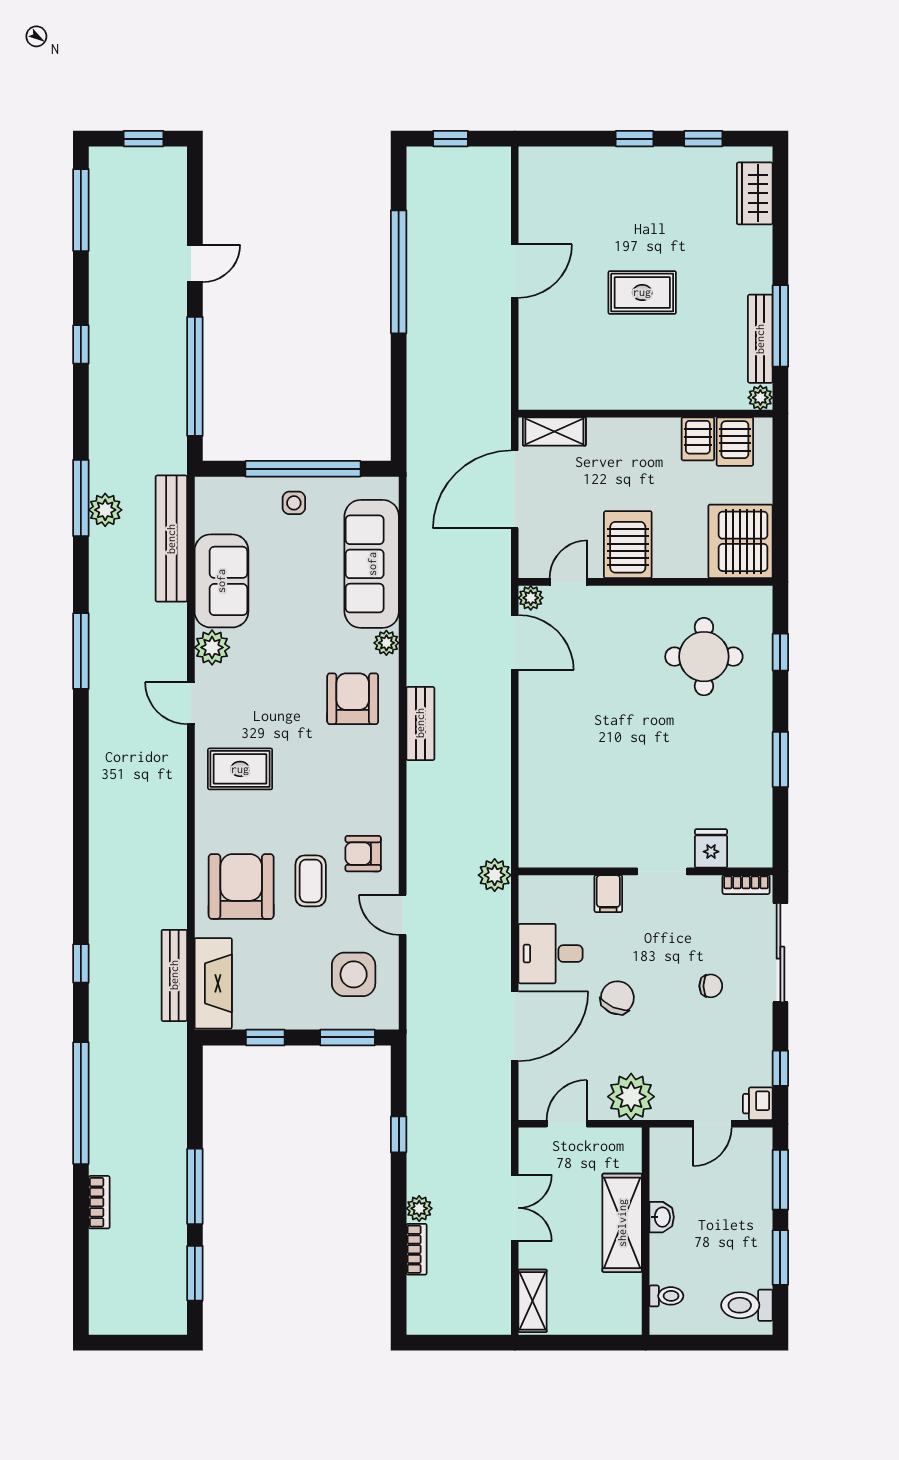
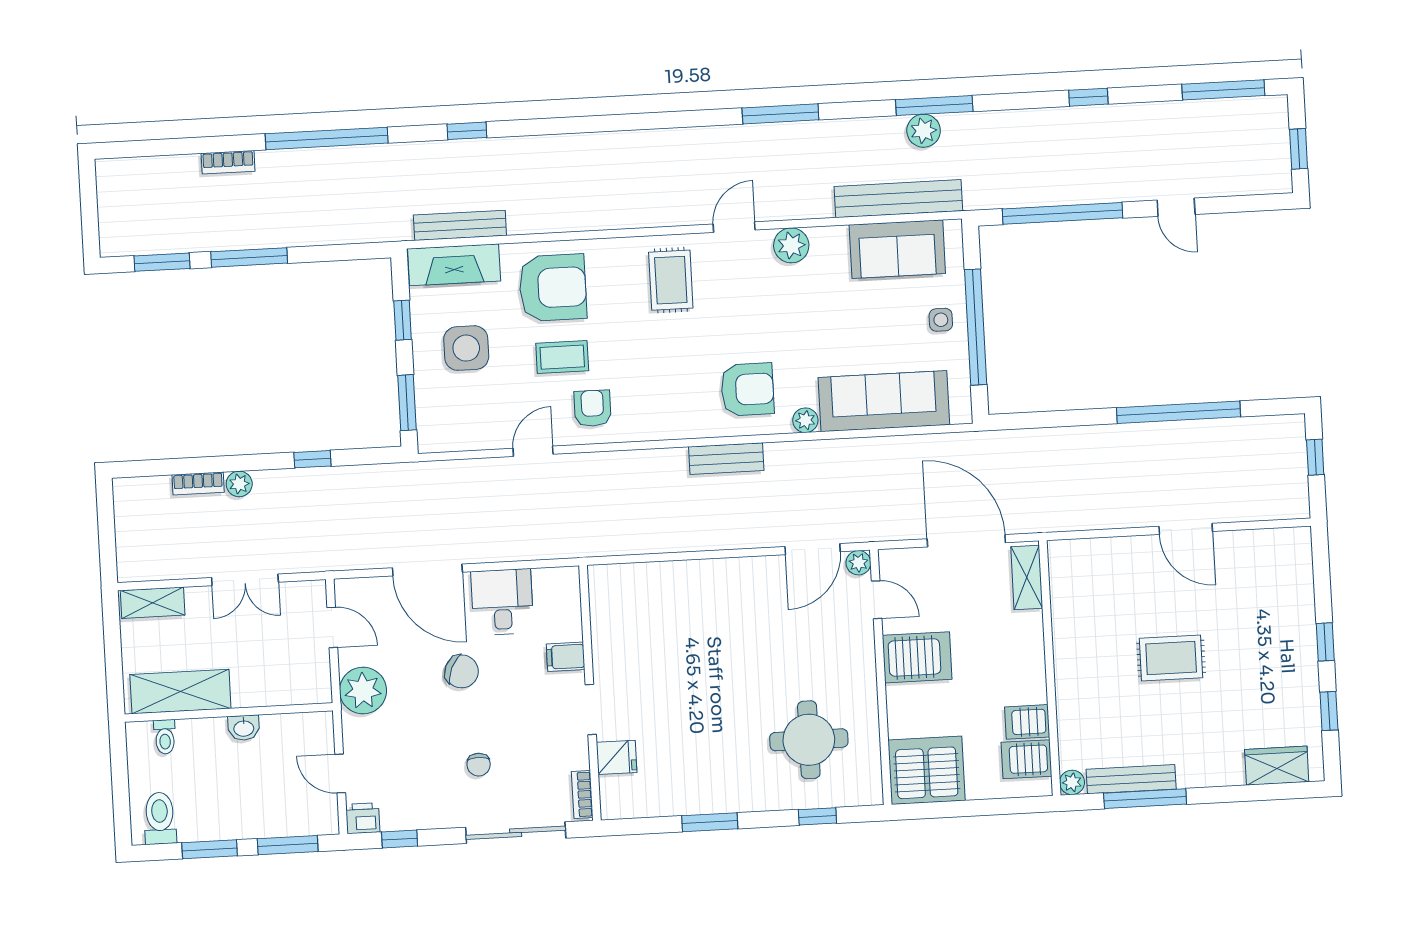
rug: (642, 292) -> (1171, 658), turned 90
sofa: (221, 581) -> (897, 249), moved
plant: (495, 875) -> (578, 542), removed
side table: (354, 974) -> (466, 348), moved
shelving: (622, 1223) -> (180, 691), moved

